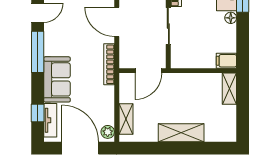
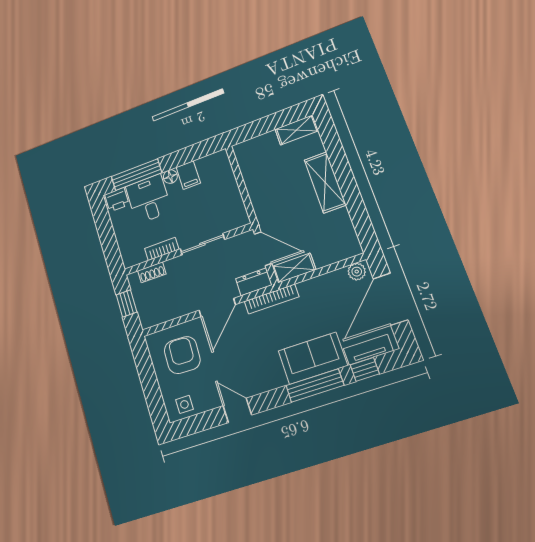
window: (38, 52) -> (315, 385), moved
dresser: (126, 55) -> (254, 282), added
filing cabinet: (226, 61) -> (188, 175), moved
shelving: (229, 89) -> (297, 130), moved
shelving: (126, 119) -> (294, 268), moved

